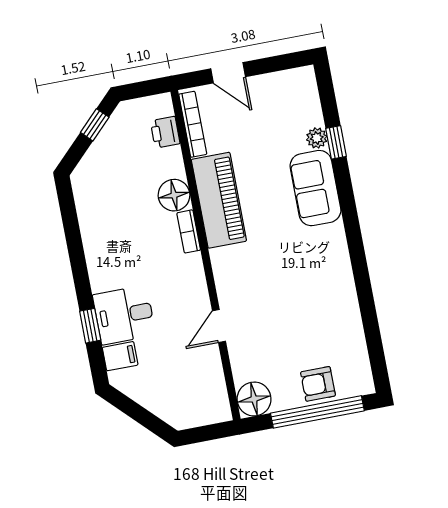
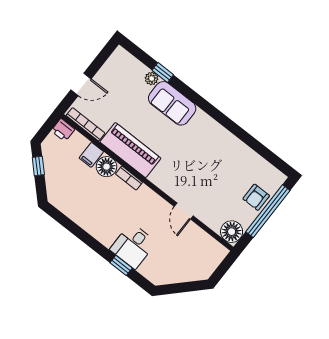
printer: (165, 132) -> (63, 130), moved
filing cabinet: (120, 356) -> (91, 155), moved, turned 180

